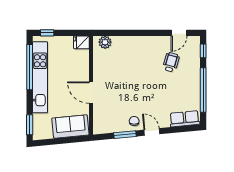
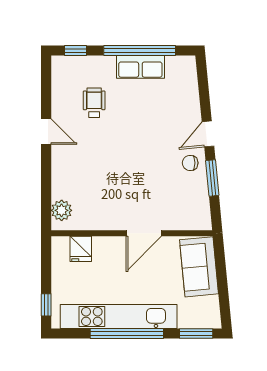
door: (179, 33) -> (46, 132), moved
fridge: (81, 42) -> (81, 249), moved
wheelchair: (171, 62) -> (94, 103), turned 74
window: (30, 67) -> (127, 334), moved
row of seats: (185, 119) -> (140, 67), moved, turned -85

